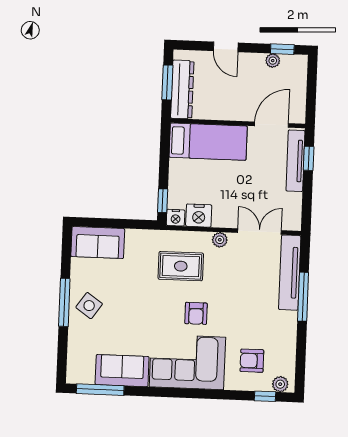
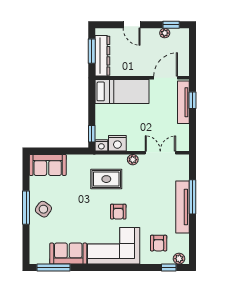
tv unit: (290, 273) -> (183, 207), moved
armchair: (252, 361) -> (159, 243), turned -90

